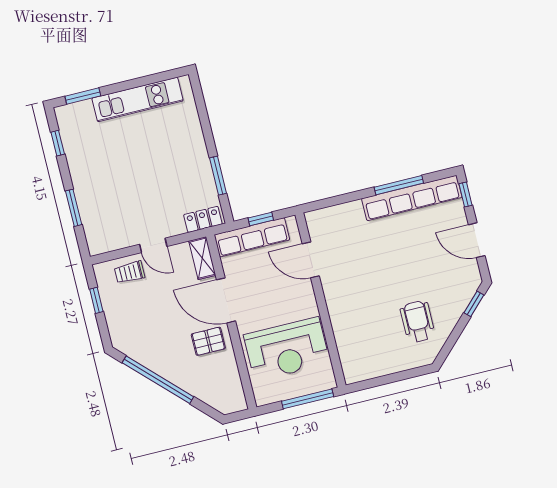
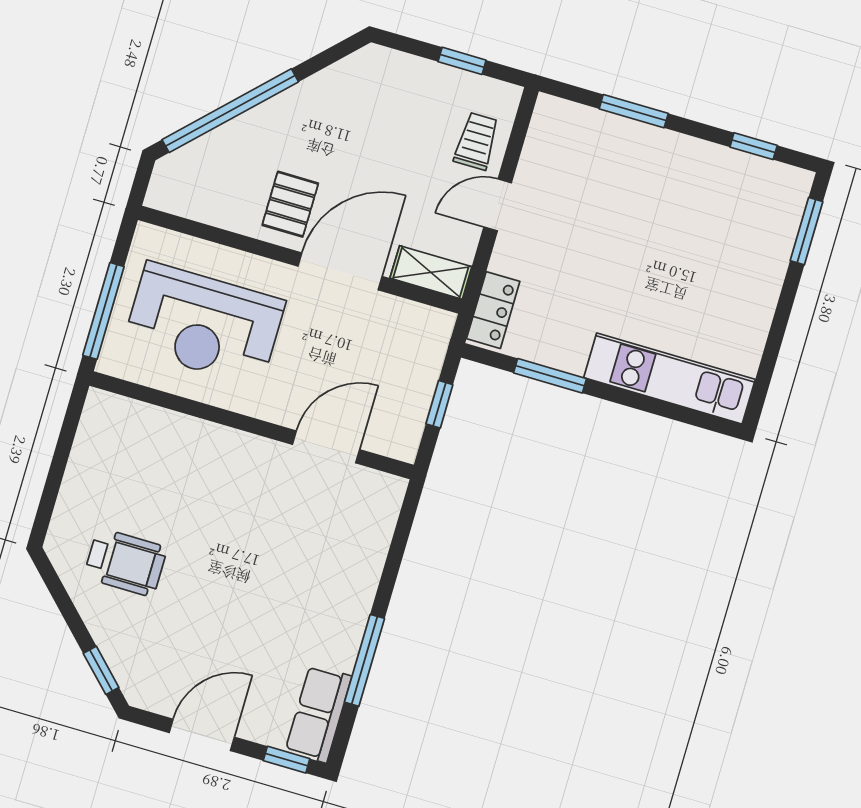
kitchen unit: (138, 99) -> (669, 379), moved, turned 90
row of seats: (412, 198) -> (318, 714), width x0.50
row of seats: (252, 237) -> (418, 373), removed
reception desk: (287, 349) -> (204, 324), turned -90
window: (158, 380) -> (230, 111), moved

